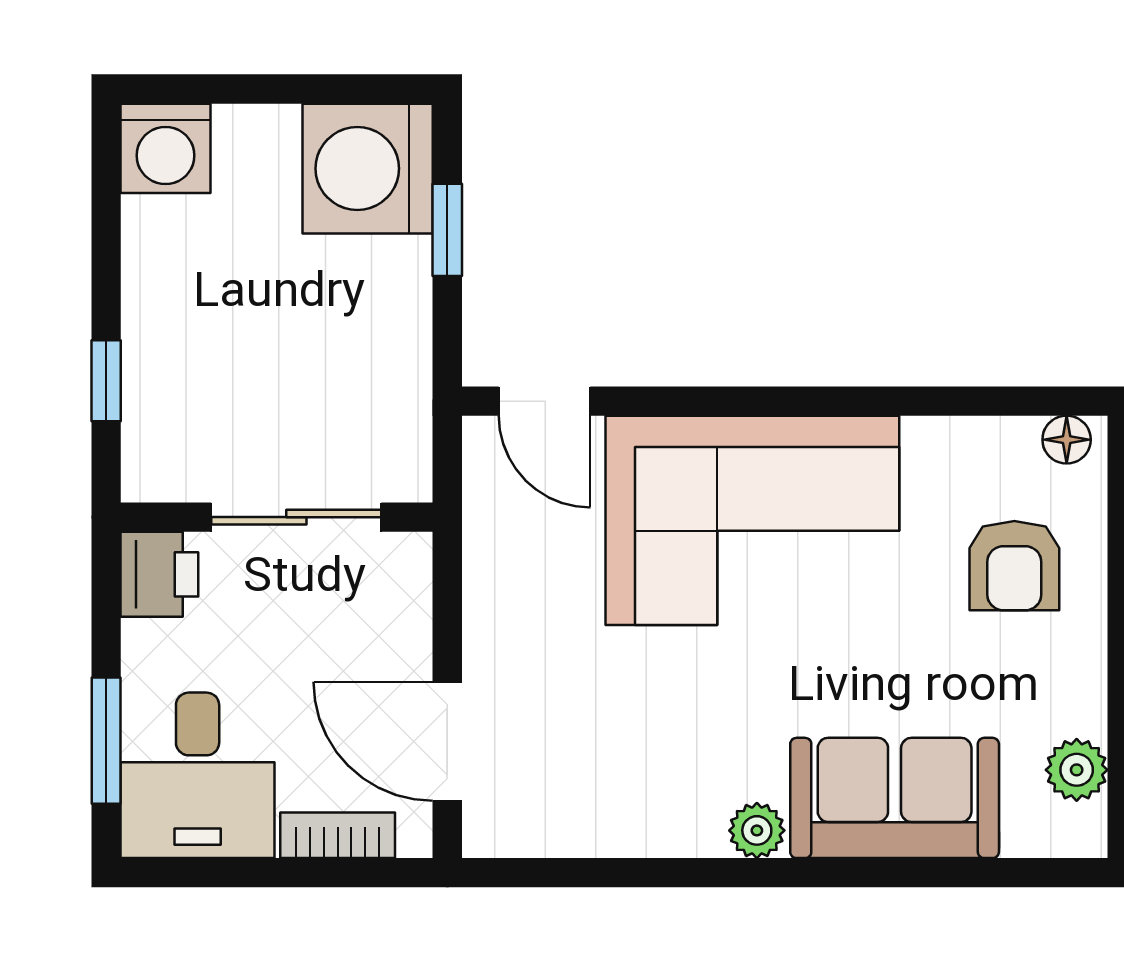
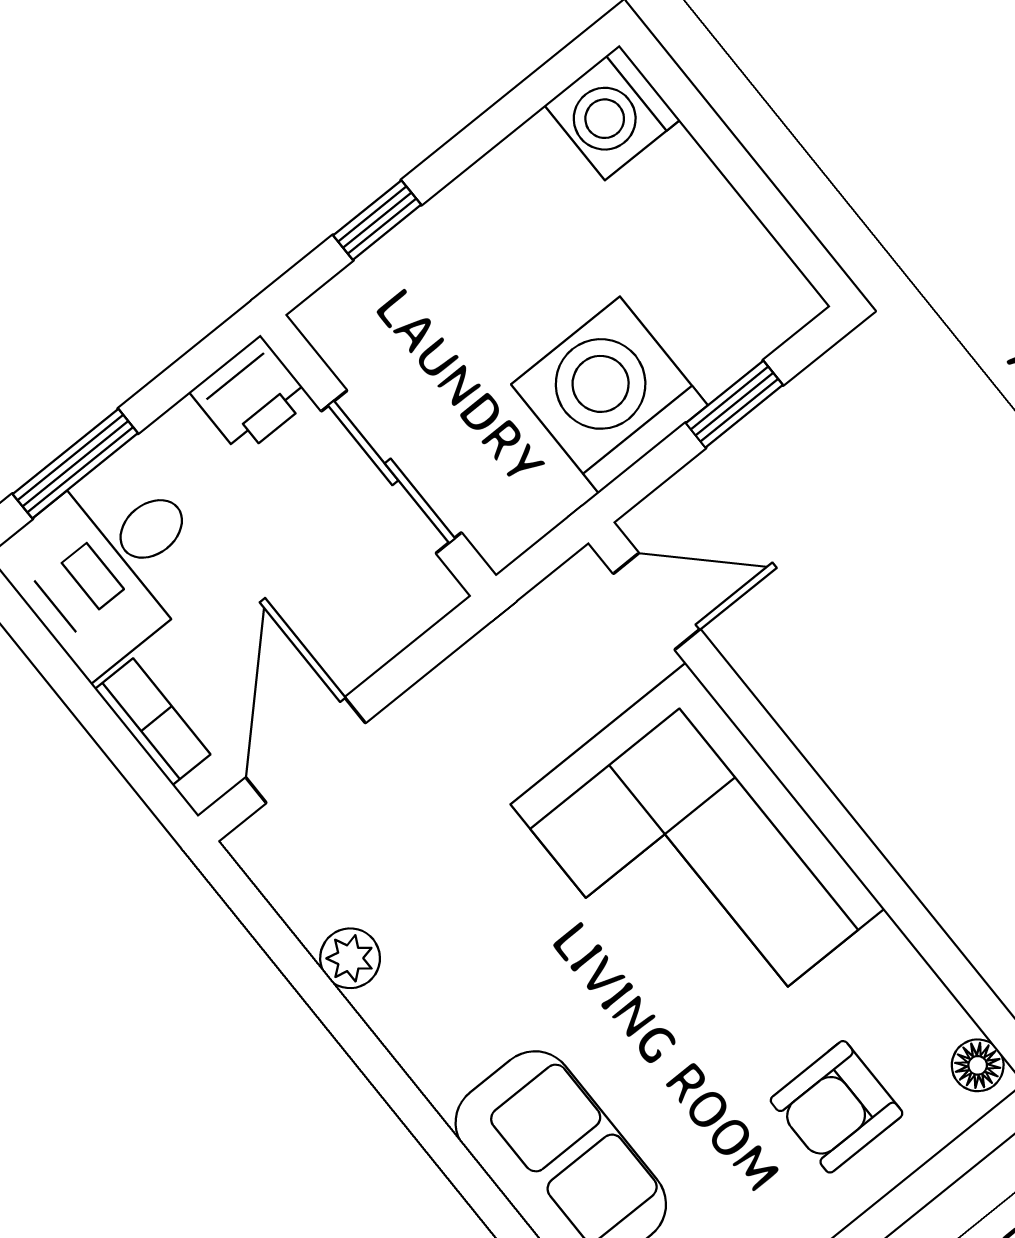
washing machine: (368, 169) -> (609, 395), moved
door: (544, 401) -> (657, 601), swing flipped
plant: (757, 830) -> (350, 958), moved

